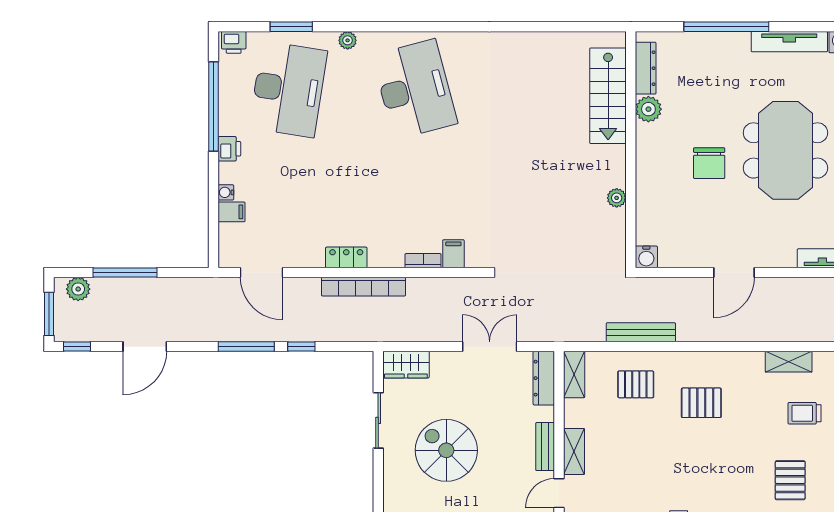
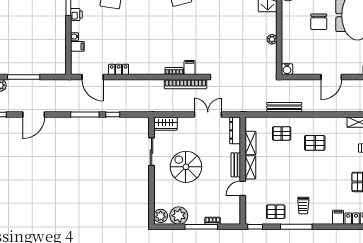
locker: (346, 257) -> (119, 69), moved
bookcase: (364, 287) -> (185, 84), moved
shelving: (574, 375) -> (250, 143), moved

